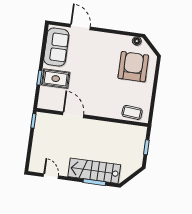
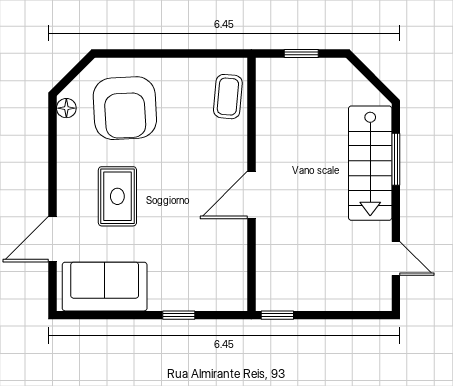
armchair: (133, 67) -> (125, 108), turned -93
rug: (56, 79) -> (117, 196), moved
door: (73, 115) -> (251, 195), moved
door: (51, 176) -> (396, 259), swing flipped

